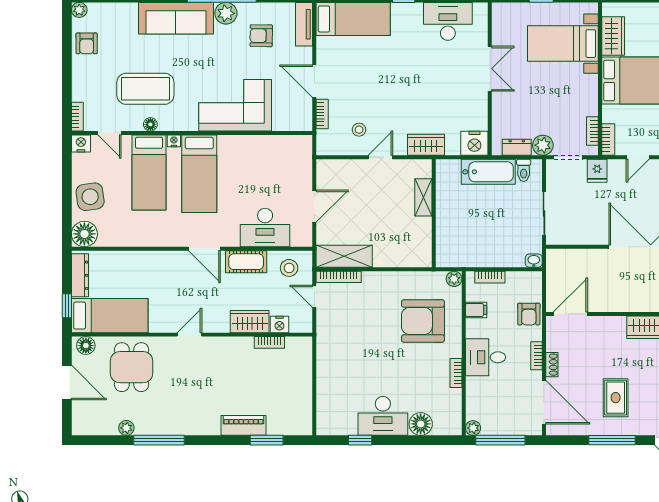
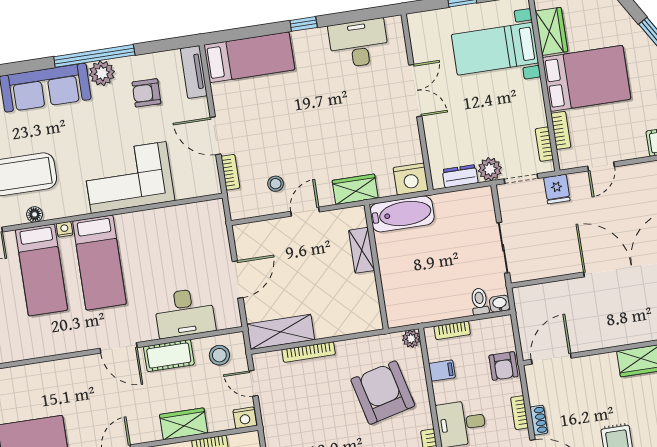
bookcase: (608, 140) -> (561, 130), moved
toilet: (524, 170) -> (480, 301), moved, turned 180
bathtub: (488, 172) -> (402, 214), moved
bookcase: (339, 277) -> (309, 352), moved
armchair: (423, 321) -> (383, 393), turned 76
nightstand: (279, 324) -> (245, 418), moved

